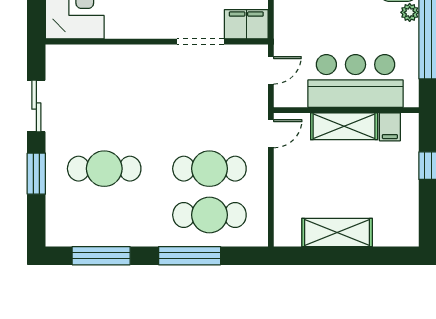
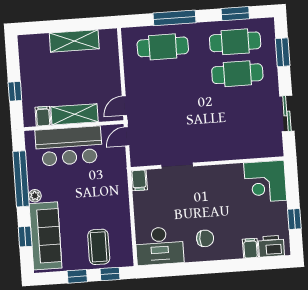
filing cabinet: (246, 24) -> (139, 180), width x0.50
door: (271, 70) -> (127, 136), moved
cafe table: (209, 169) -> (235, 42), moved
window: (36, 174) -> (283, 52), moved
window: (101, 256) -> (235, 14), width x0.69

